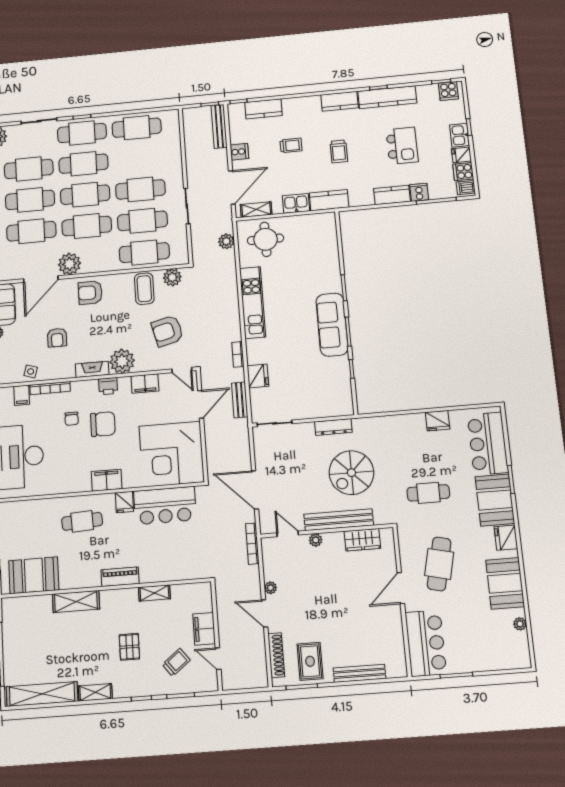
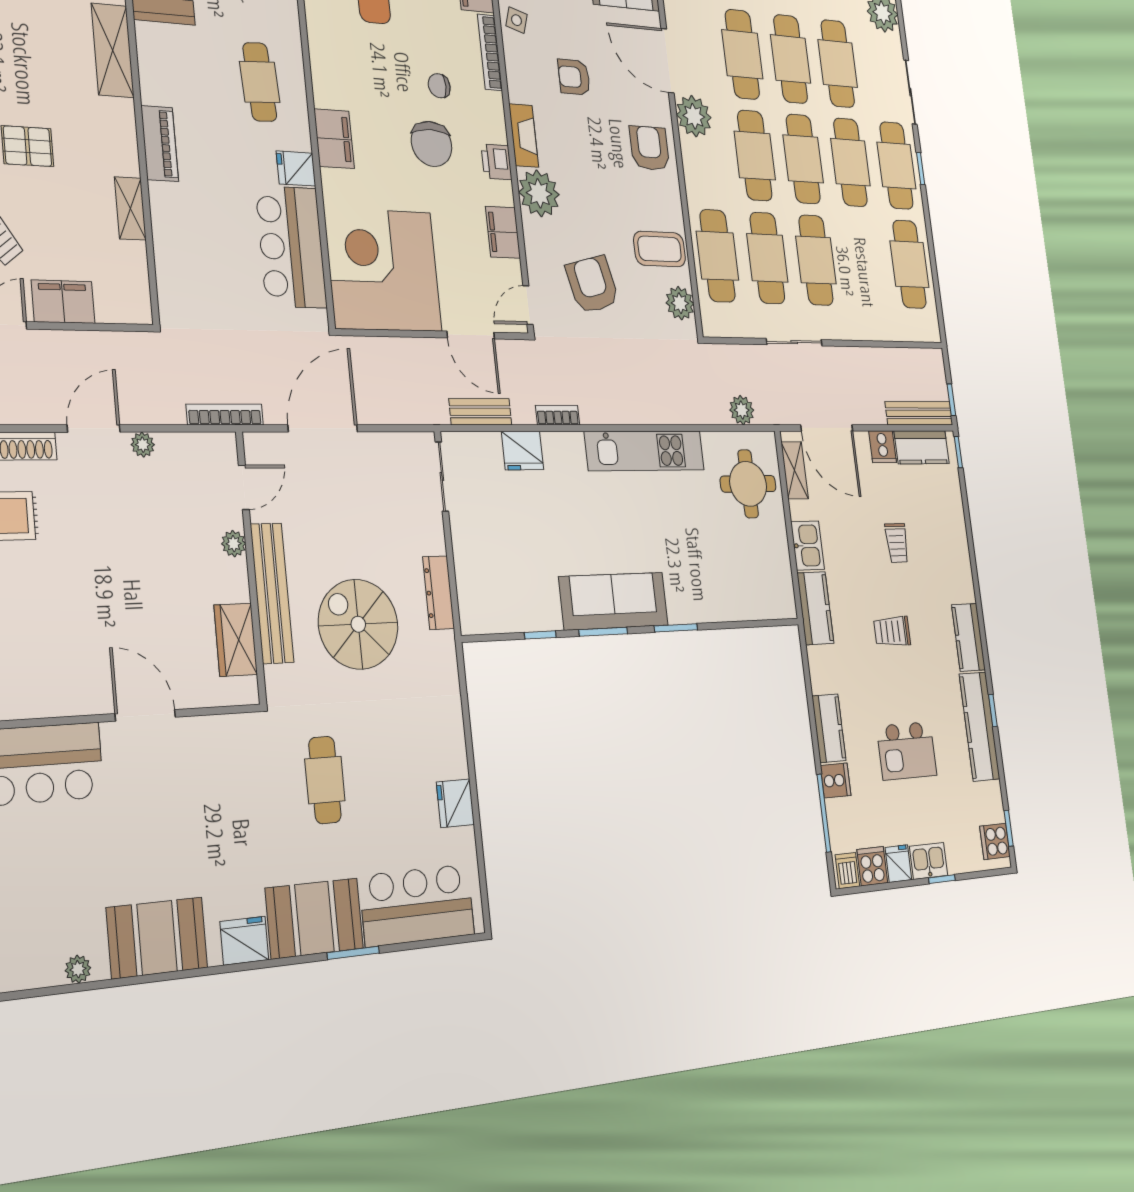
kitchen counter: (263, 109) -> (922, 447), moved, turned -90
cafe table: (439, 564) -> (193, 798), removed

